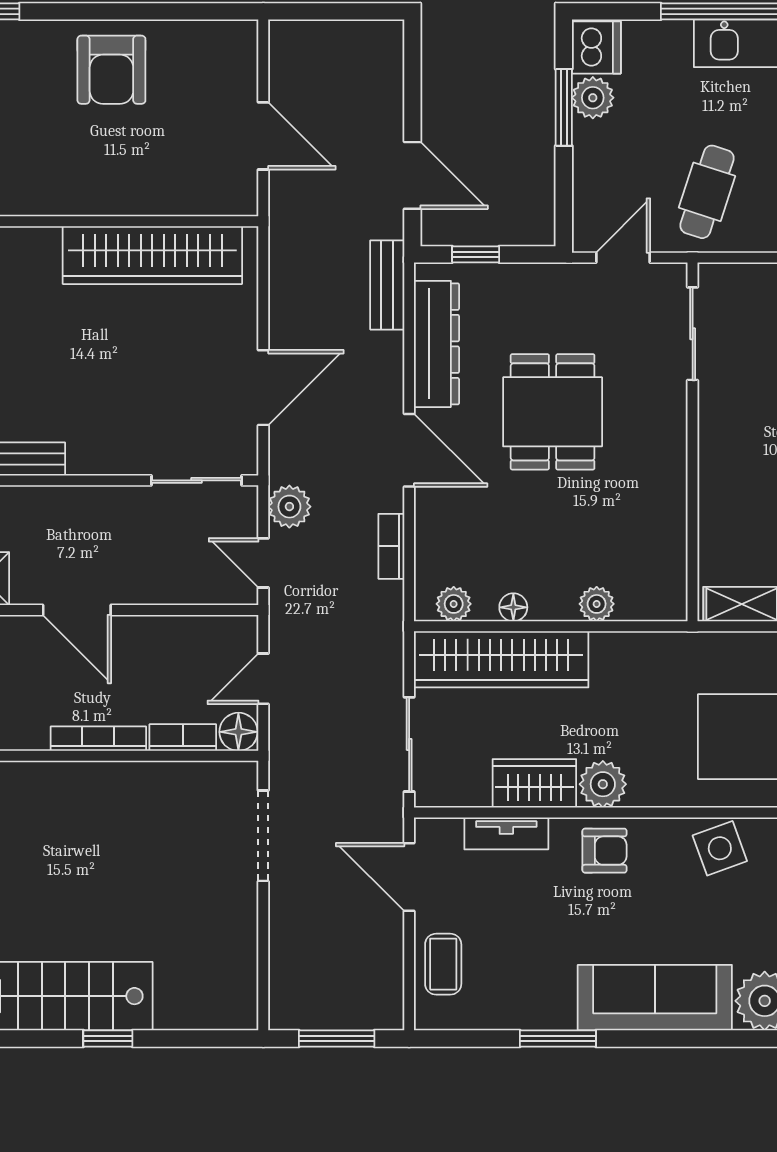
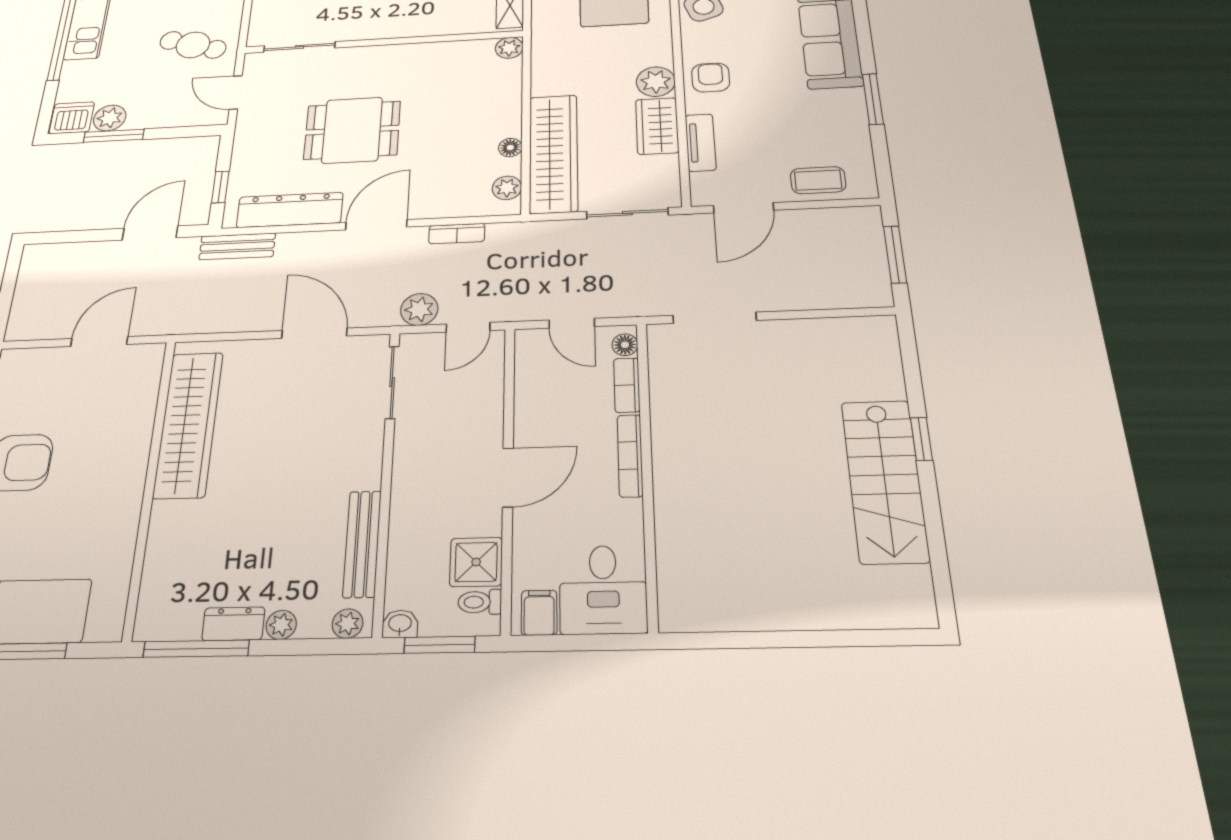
plant: (597, 604) -> (509, 48), moved
floor lamp: (238, 732) -> (625, 345), width x0.73, depth x0.73

